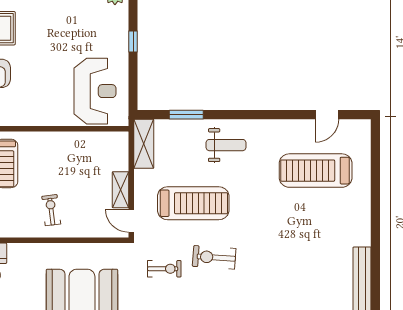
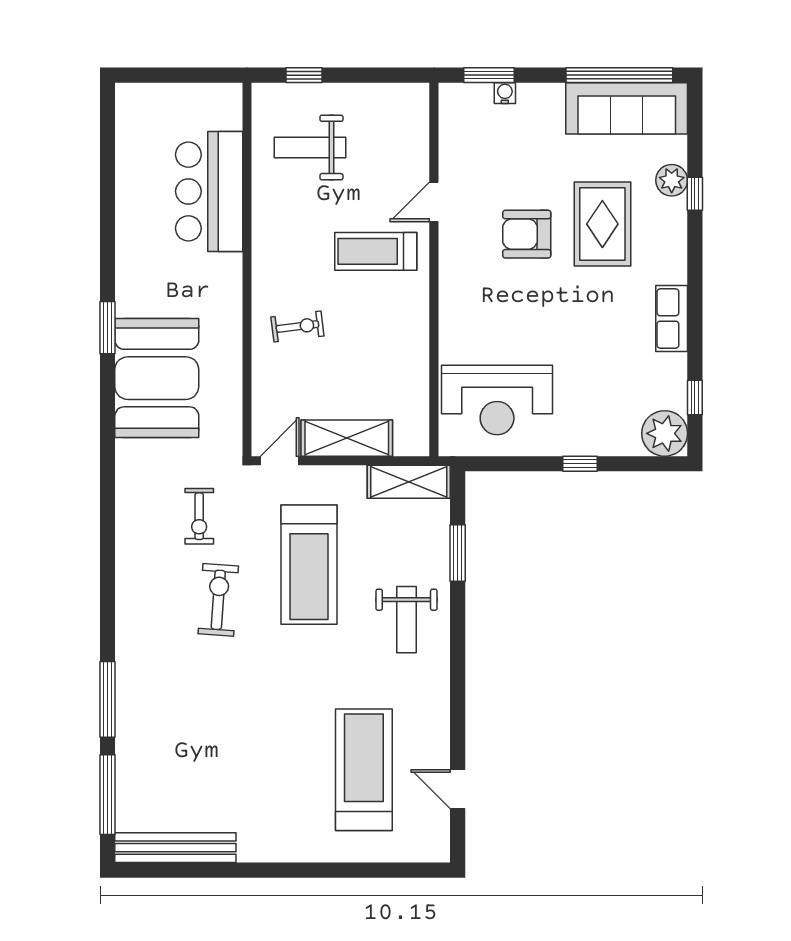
shelving: (120, 190) -> (347, 438), width x1.50, depth x1.33

